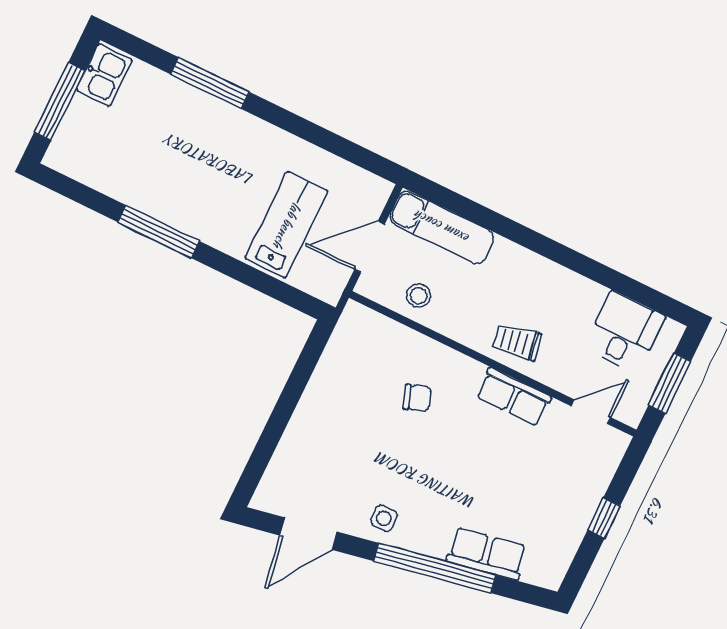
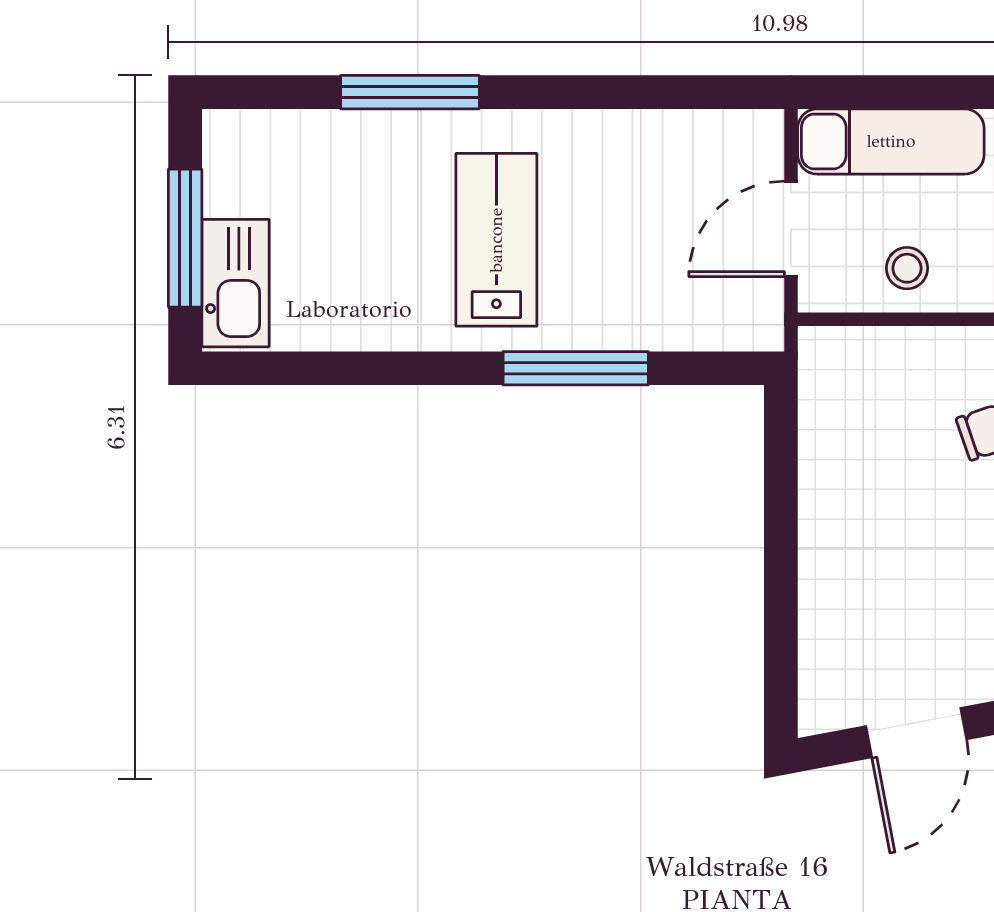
kitchen sink: (104, 75) -> (235, 283), moved, width x1.38
lab bench: (287, 225) -> (496, 240), moved
window: (159, 232) -> (576, 368), moved

